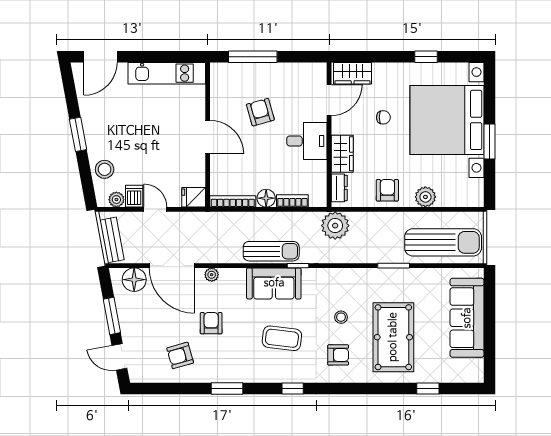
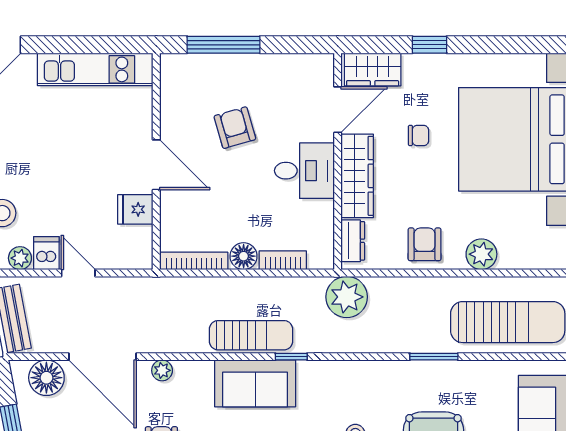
window: (426, 57) -> (430, 45), moved
wardrobe: (342, 154) -> (357, 176), width x1.50
fridge: (194, 197) -> (135, 209), moved

